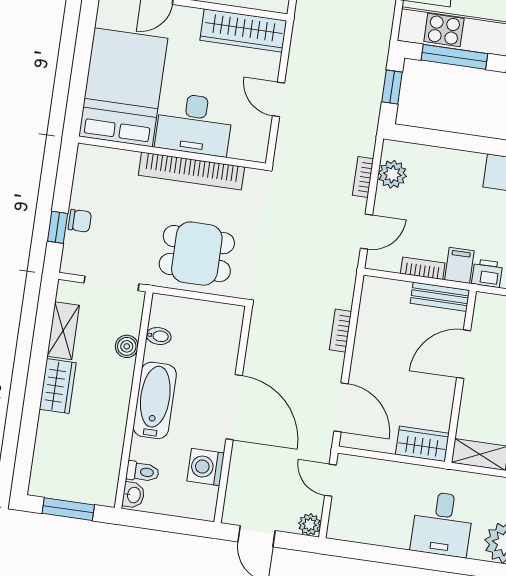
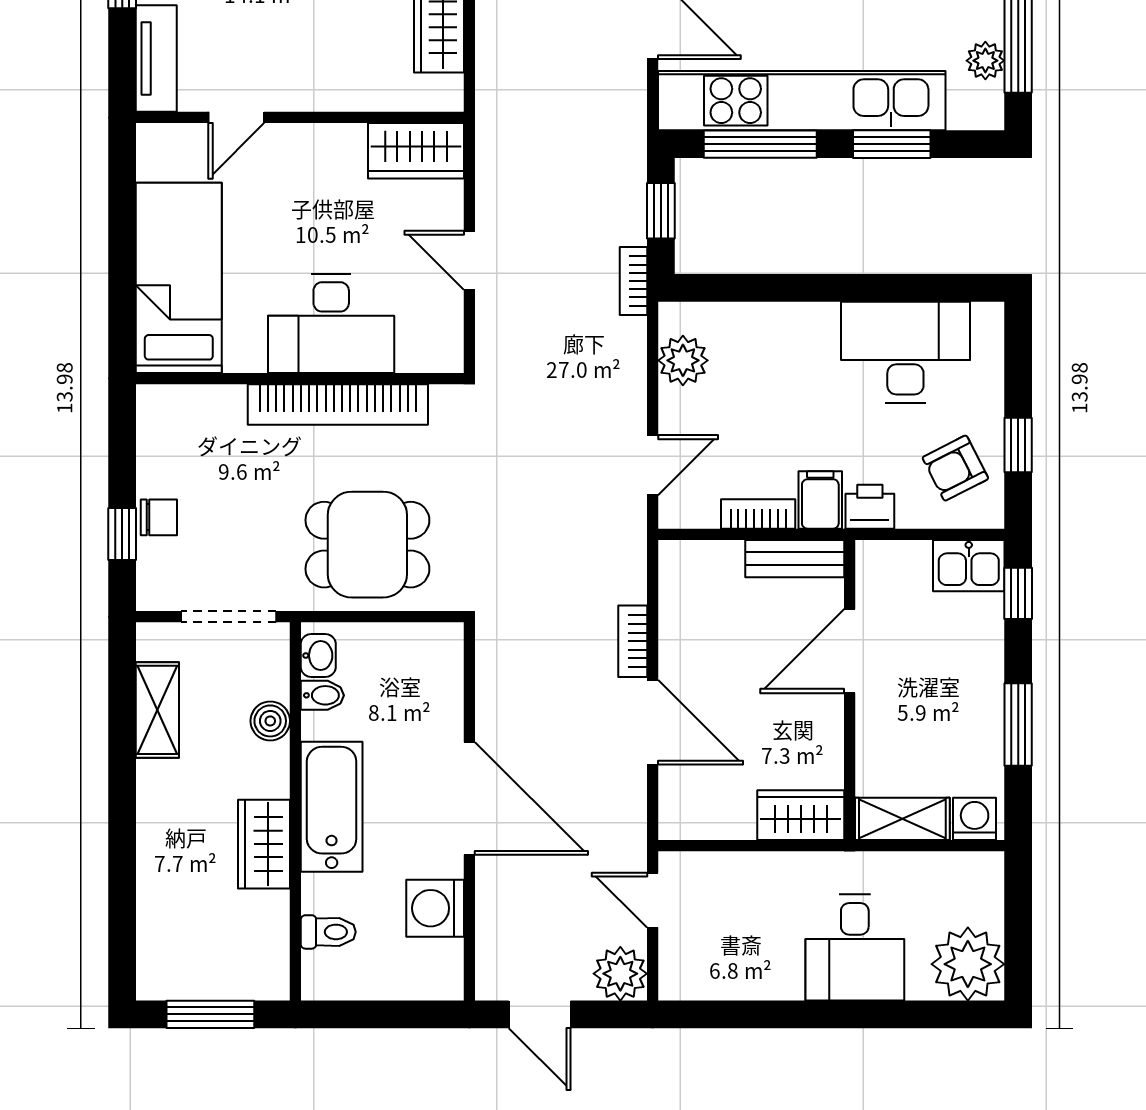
wardrobe: (243, 30) -> (416, 151), width x0.67
bed: (123, 87) -> (179, 278), width x0.67
bookcase: (363, 177) -> (633, 281), moved
wardrobe: (58, 386) -> (264, 844), moved, turned 180
door: (341, 407) -> (653, 722), moved
washbasin: (133, 495) -> (318, 655), moved
plant: (310, 524) -> (620, 974), width x1.38, depth x1.38

